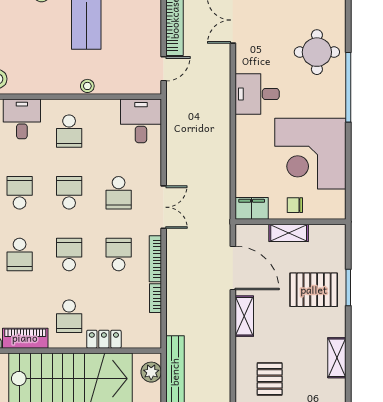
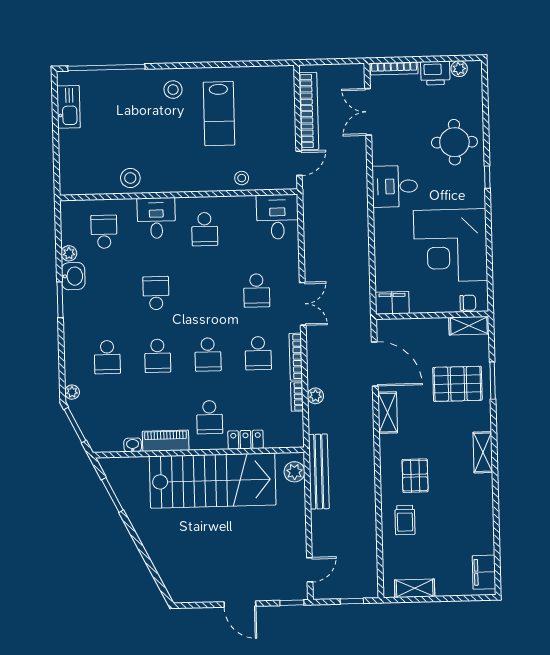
stool: (87, 86) -> (242, 178), moved
window: (348, 87) -> (487, 177), width x0.32
school desk: (69, 193) -> (206, 292), removed
chair: (295, 205) -> (468, 303), moved, turned 180
shelving: (289, 233) -> (469, 326), moved
school desk: (69, 254) -> (208, 354), turned 180
school desk: (119, 254) -> (258, 353), turned 180
plant: (174, 298) -> (315, 396), added

